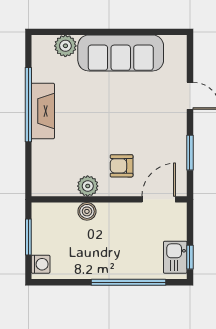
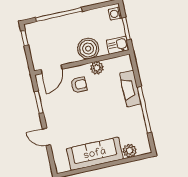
fireplace: (43, 111) -> (130, 89), moved
boiler: (87, 211) -> (88, 49), width x1.86, depth x1.86
kitchen sink: (175, 257) -> (118, 45), moved, turned -90

